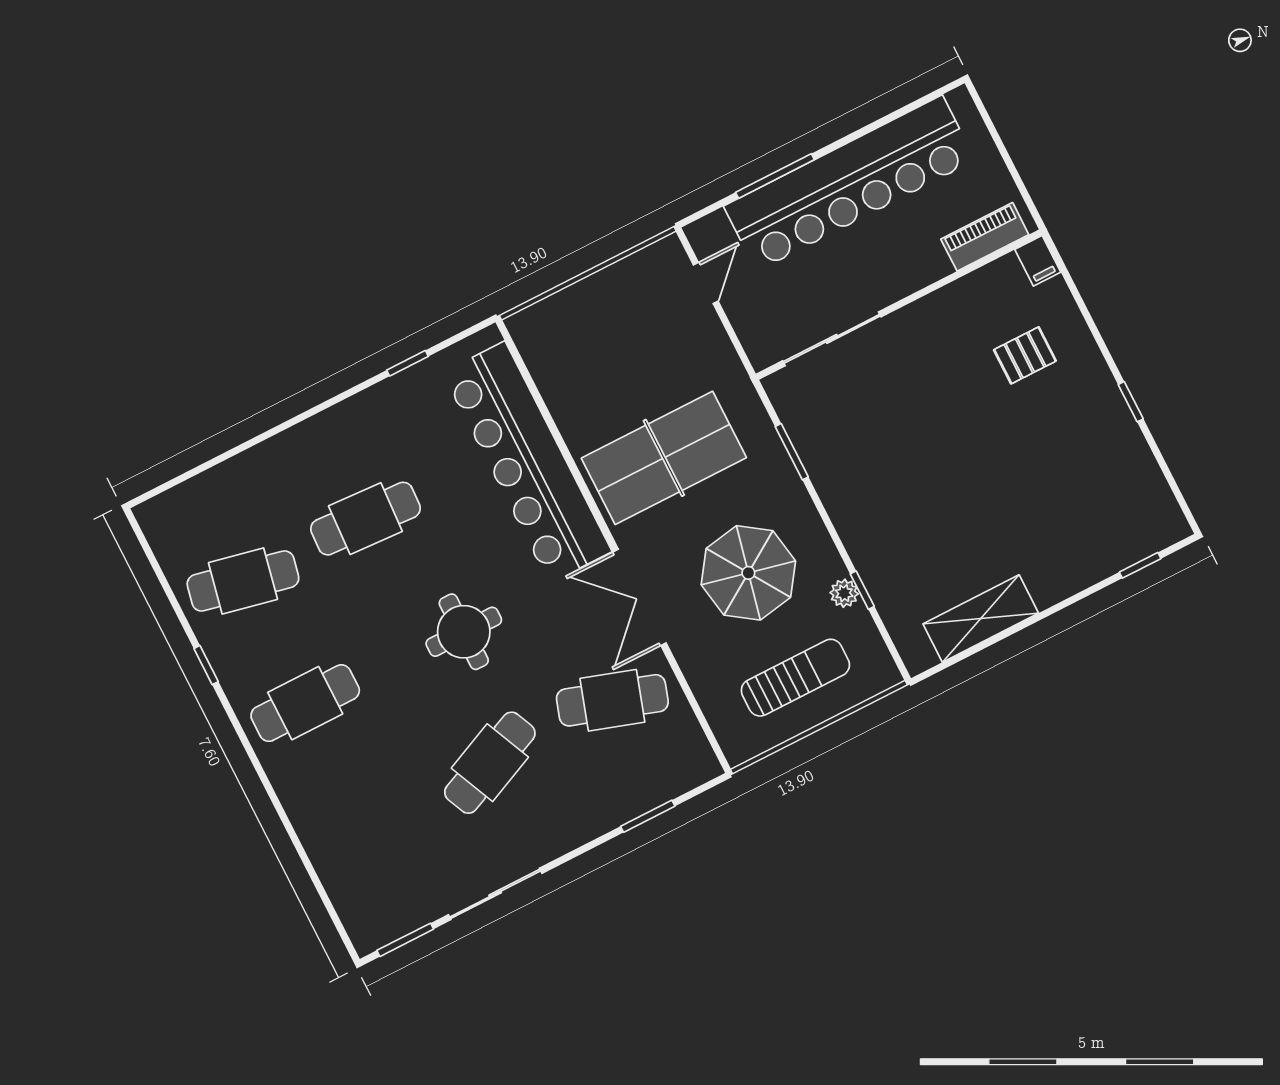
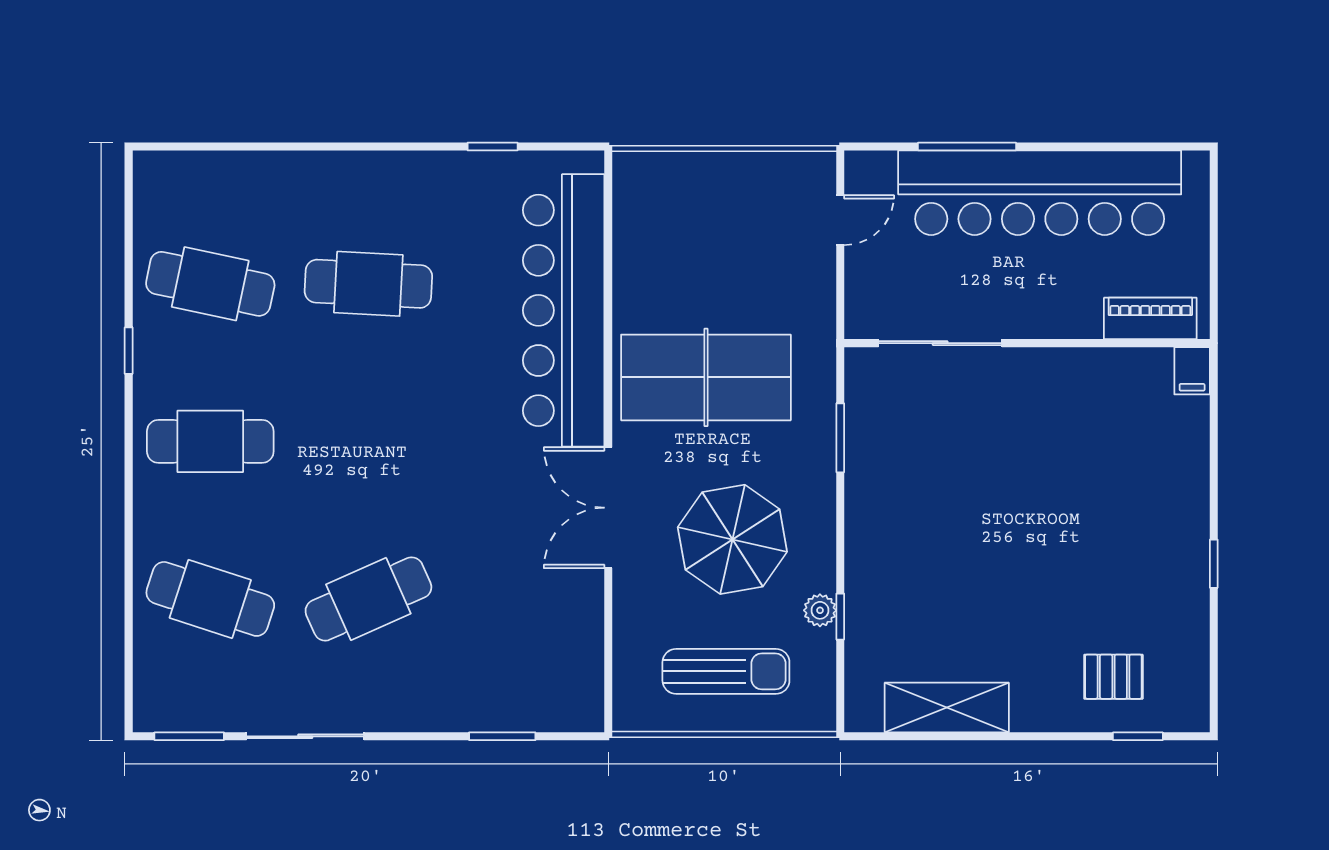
pallet: (1025, 355) -> (1113, 677), moved
round table: (464, 632) -> (410, 451), removed
cafe table: (612, 700) -> (210, 599), moved

